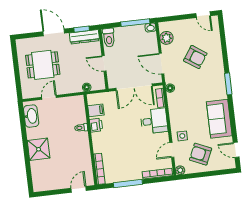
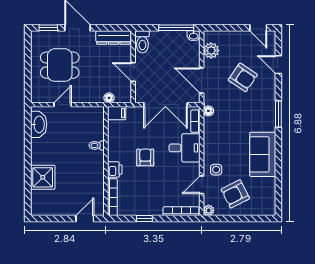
window: (82, 29) -> (48, 28), moved
filing cabinet: (96, 110) -> (117, 113), moved
printer: (96, 125) -> (115, 170), moved
armchair: (123, 133) -> (145, 157), added
shower: (39, 149) -> (43, 177), moved
door: (236, 150) -> (278, 65), moved
armchair: (201, 154) -> (235, 194), turned -51
window: (128, 183) -> (144, 219), width x0.46

